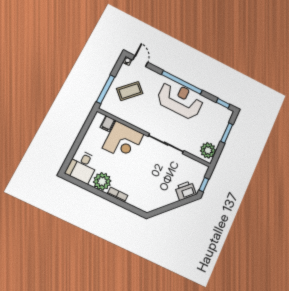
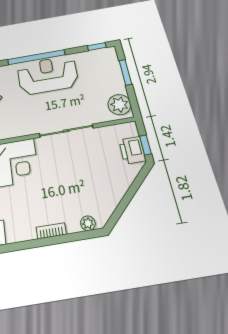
plant: (102, 181) -> (88, 223), moved, width x0.53, depth x0.53
printer: (186, 191) -> (132, 150), moved, turned -45

